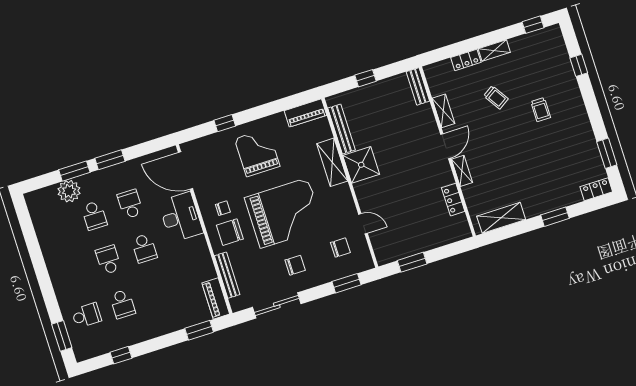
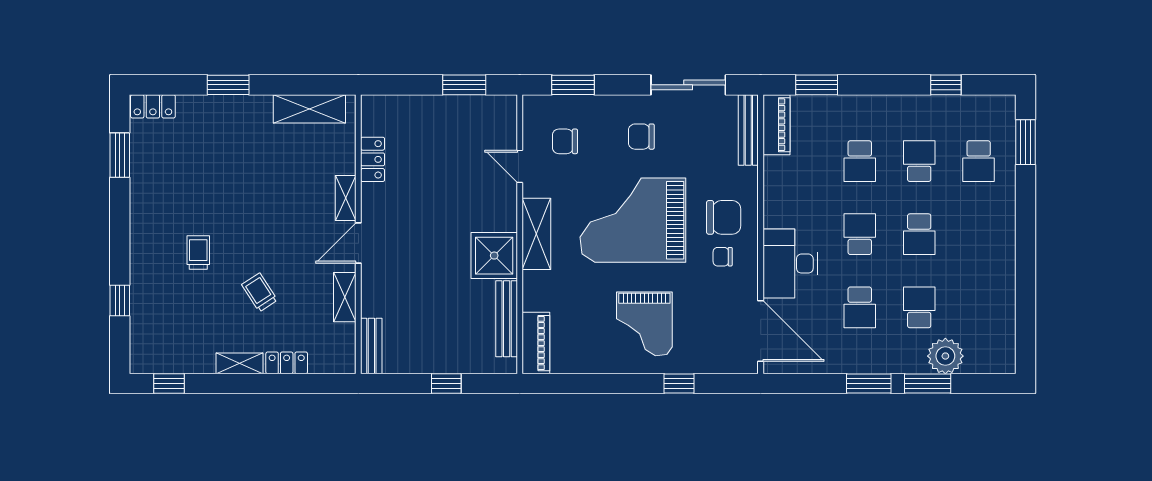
piano: (305, 113) -> (536, 343), moved, turned 90
shelving: (332, 162) -> (536, 234), moved
bench: (227, 275) -> (748, 130), moved
school desk: (158, 292) -> (860, 161), added
school desk: (87, 315) -> (979, 161), turned -90

